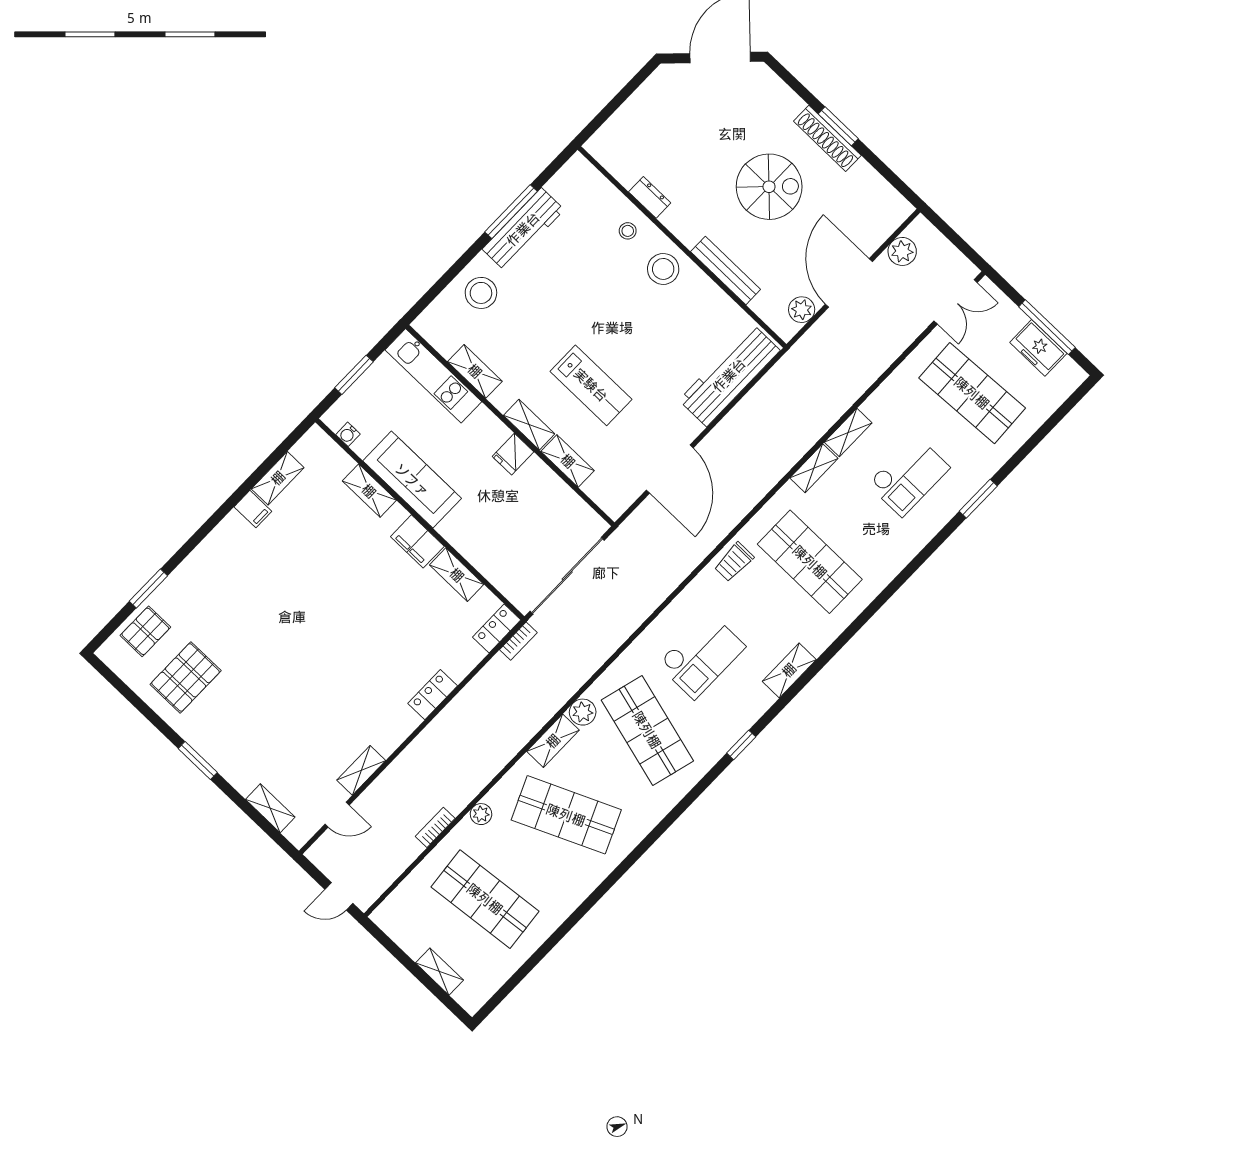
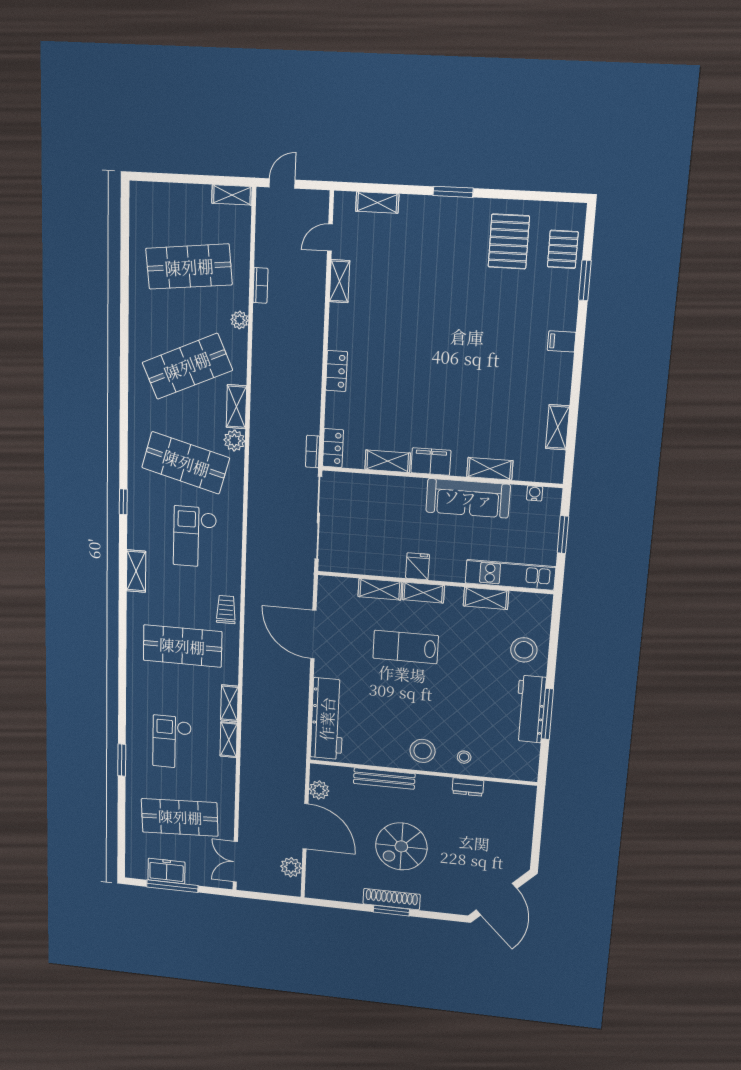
filing cabinet: (253, 509) -> (562, 341), moved
shelving: (439, 972) -> (232, 195), moved

